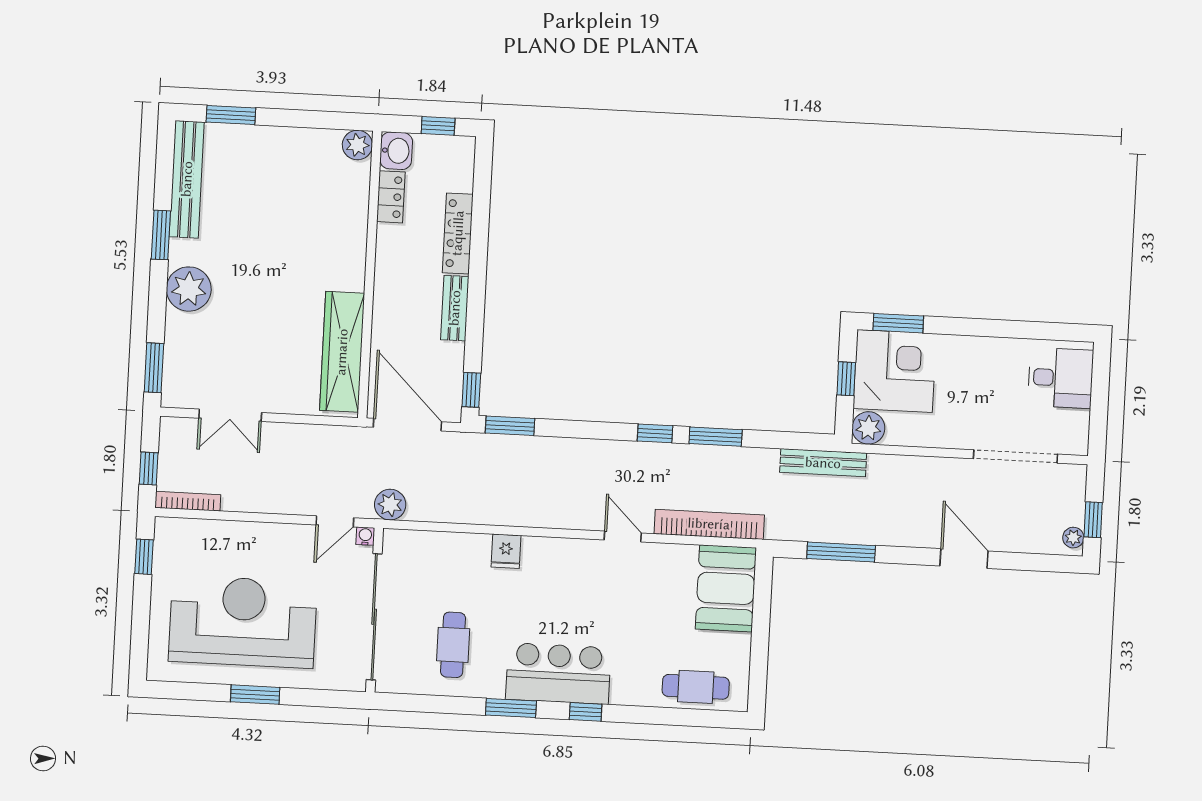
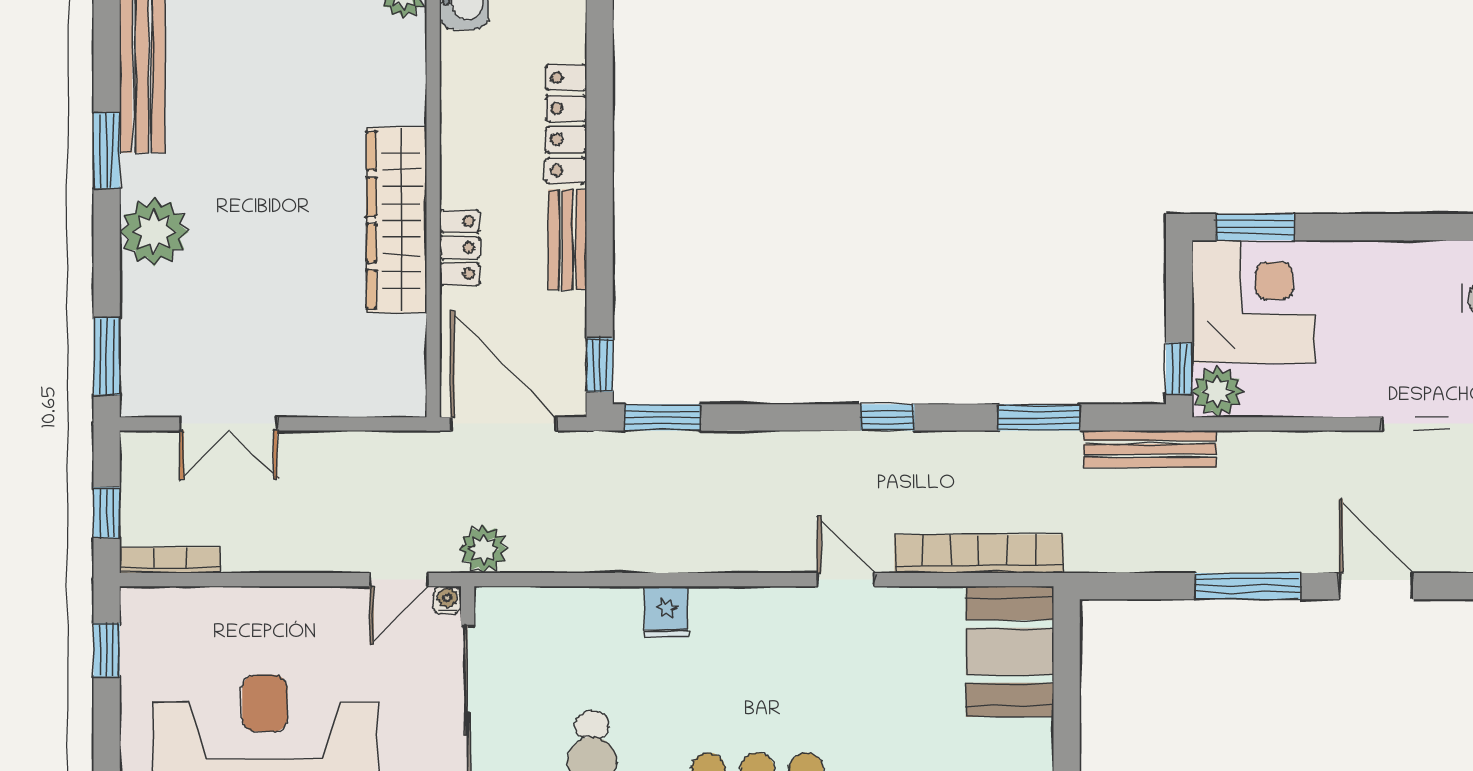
locker: (391, 197) -> (460, 248), moved
wardrobe: (342, 352) -> (397, 220), moved
window: (846, 379) -> (1179, 369), moved
window: (716, 437) -> (1039, 417), moved
window: (841, 552) -> (1248, 586), moved

